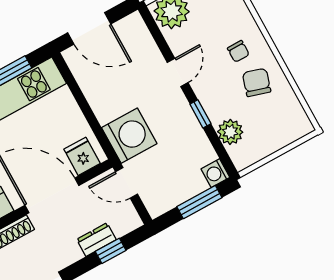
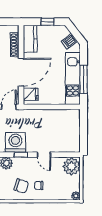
door: (89, 28) -> (84, 127), removed
washing machine: (129, 136) -> (15, 142), moved, turned 180

